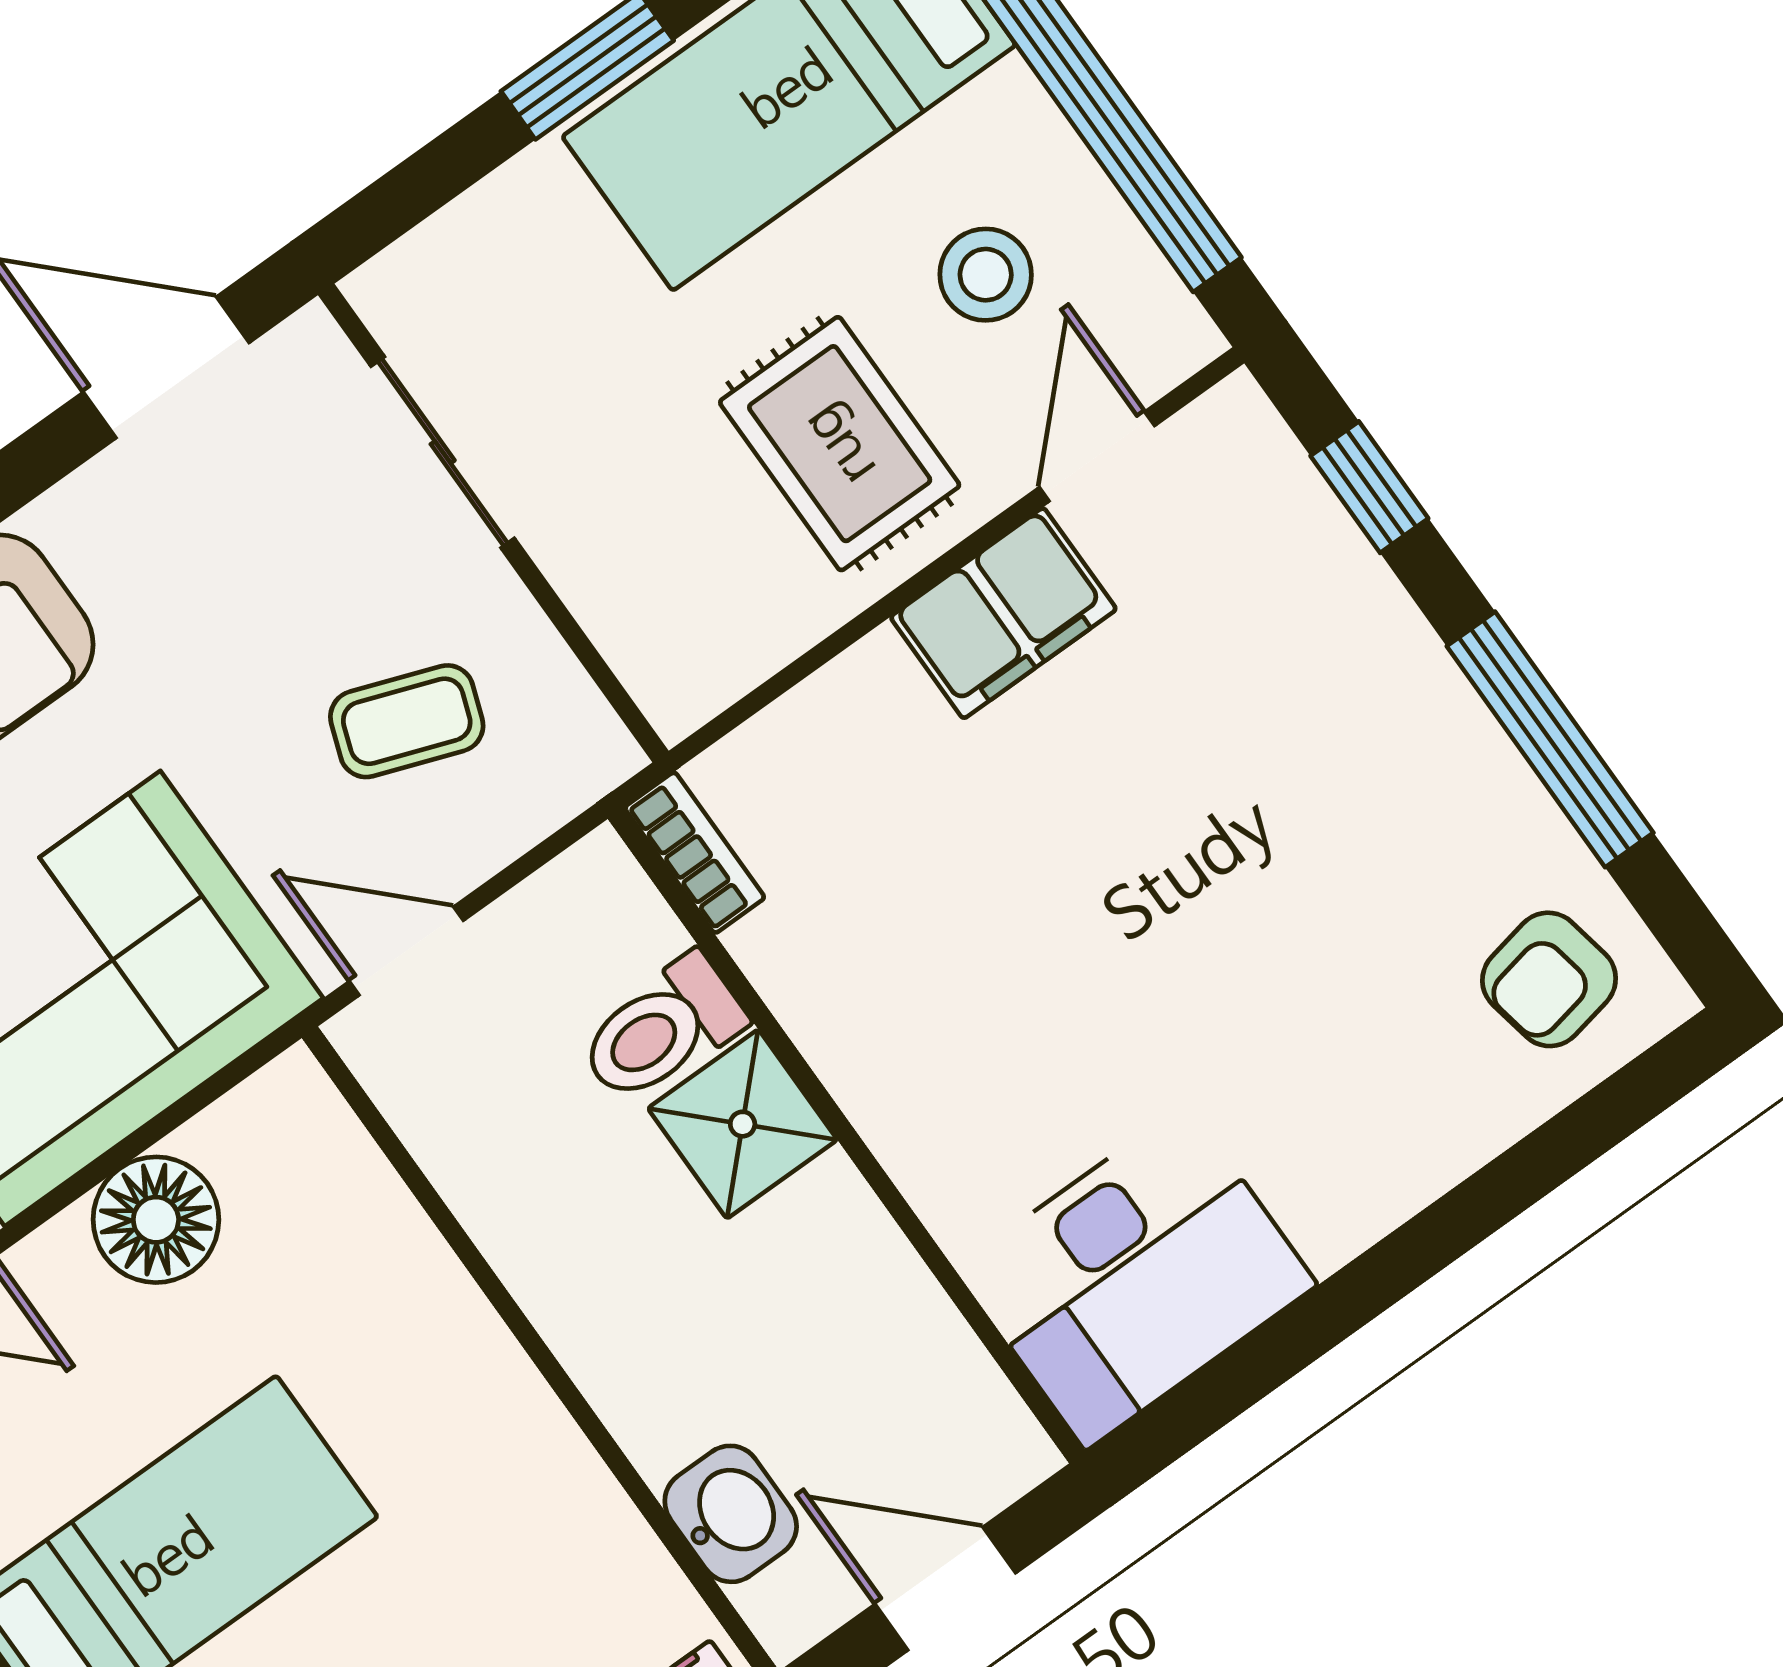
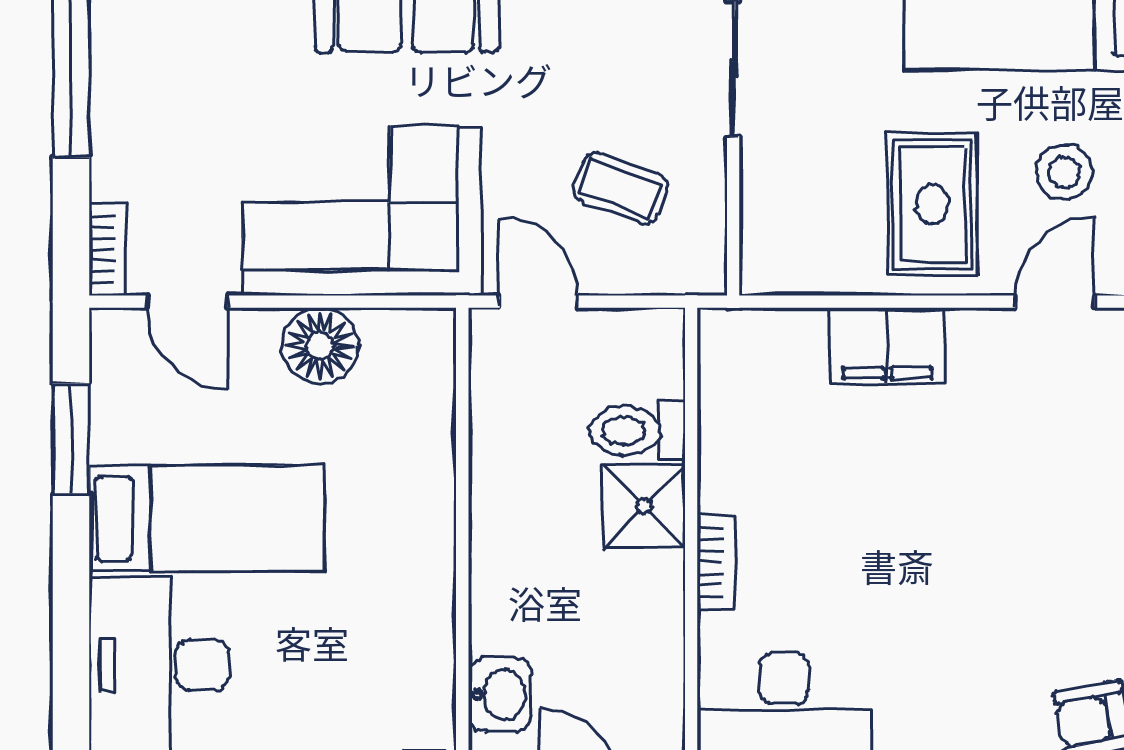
filing cabinet: (1003, 613) -> (887, 346), moved
bookcase: (695, 853) -> (716, 562), moved

